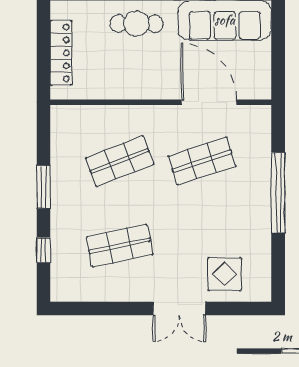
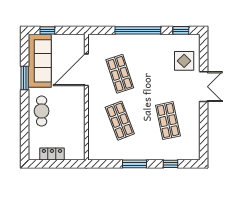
window: (278, 34) -> (47, 30), added
locker: (61, 53) -> (52, 154), width x0.66
window: (278, 268) -> (181, 30), added

